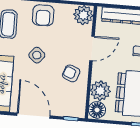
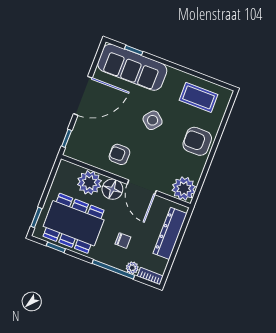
armchair: (71, 73) -> (119, 154), turned -110
floor lamp: (97, 110) -> (112, 189), moved

